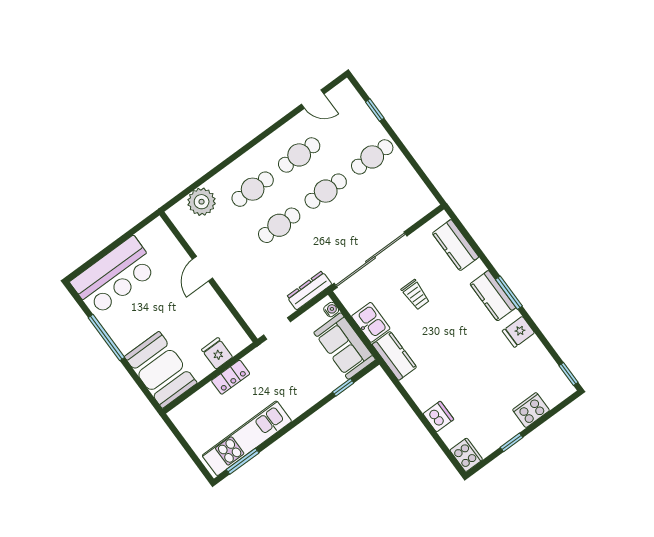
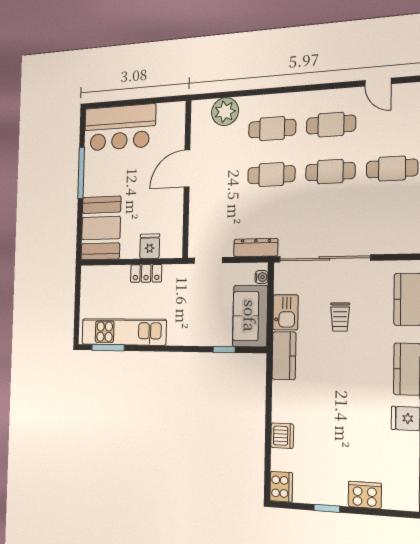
door: (203, 269) -> (187, 169), width x1.38

